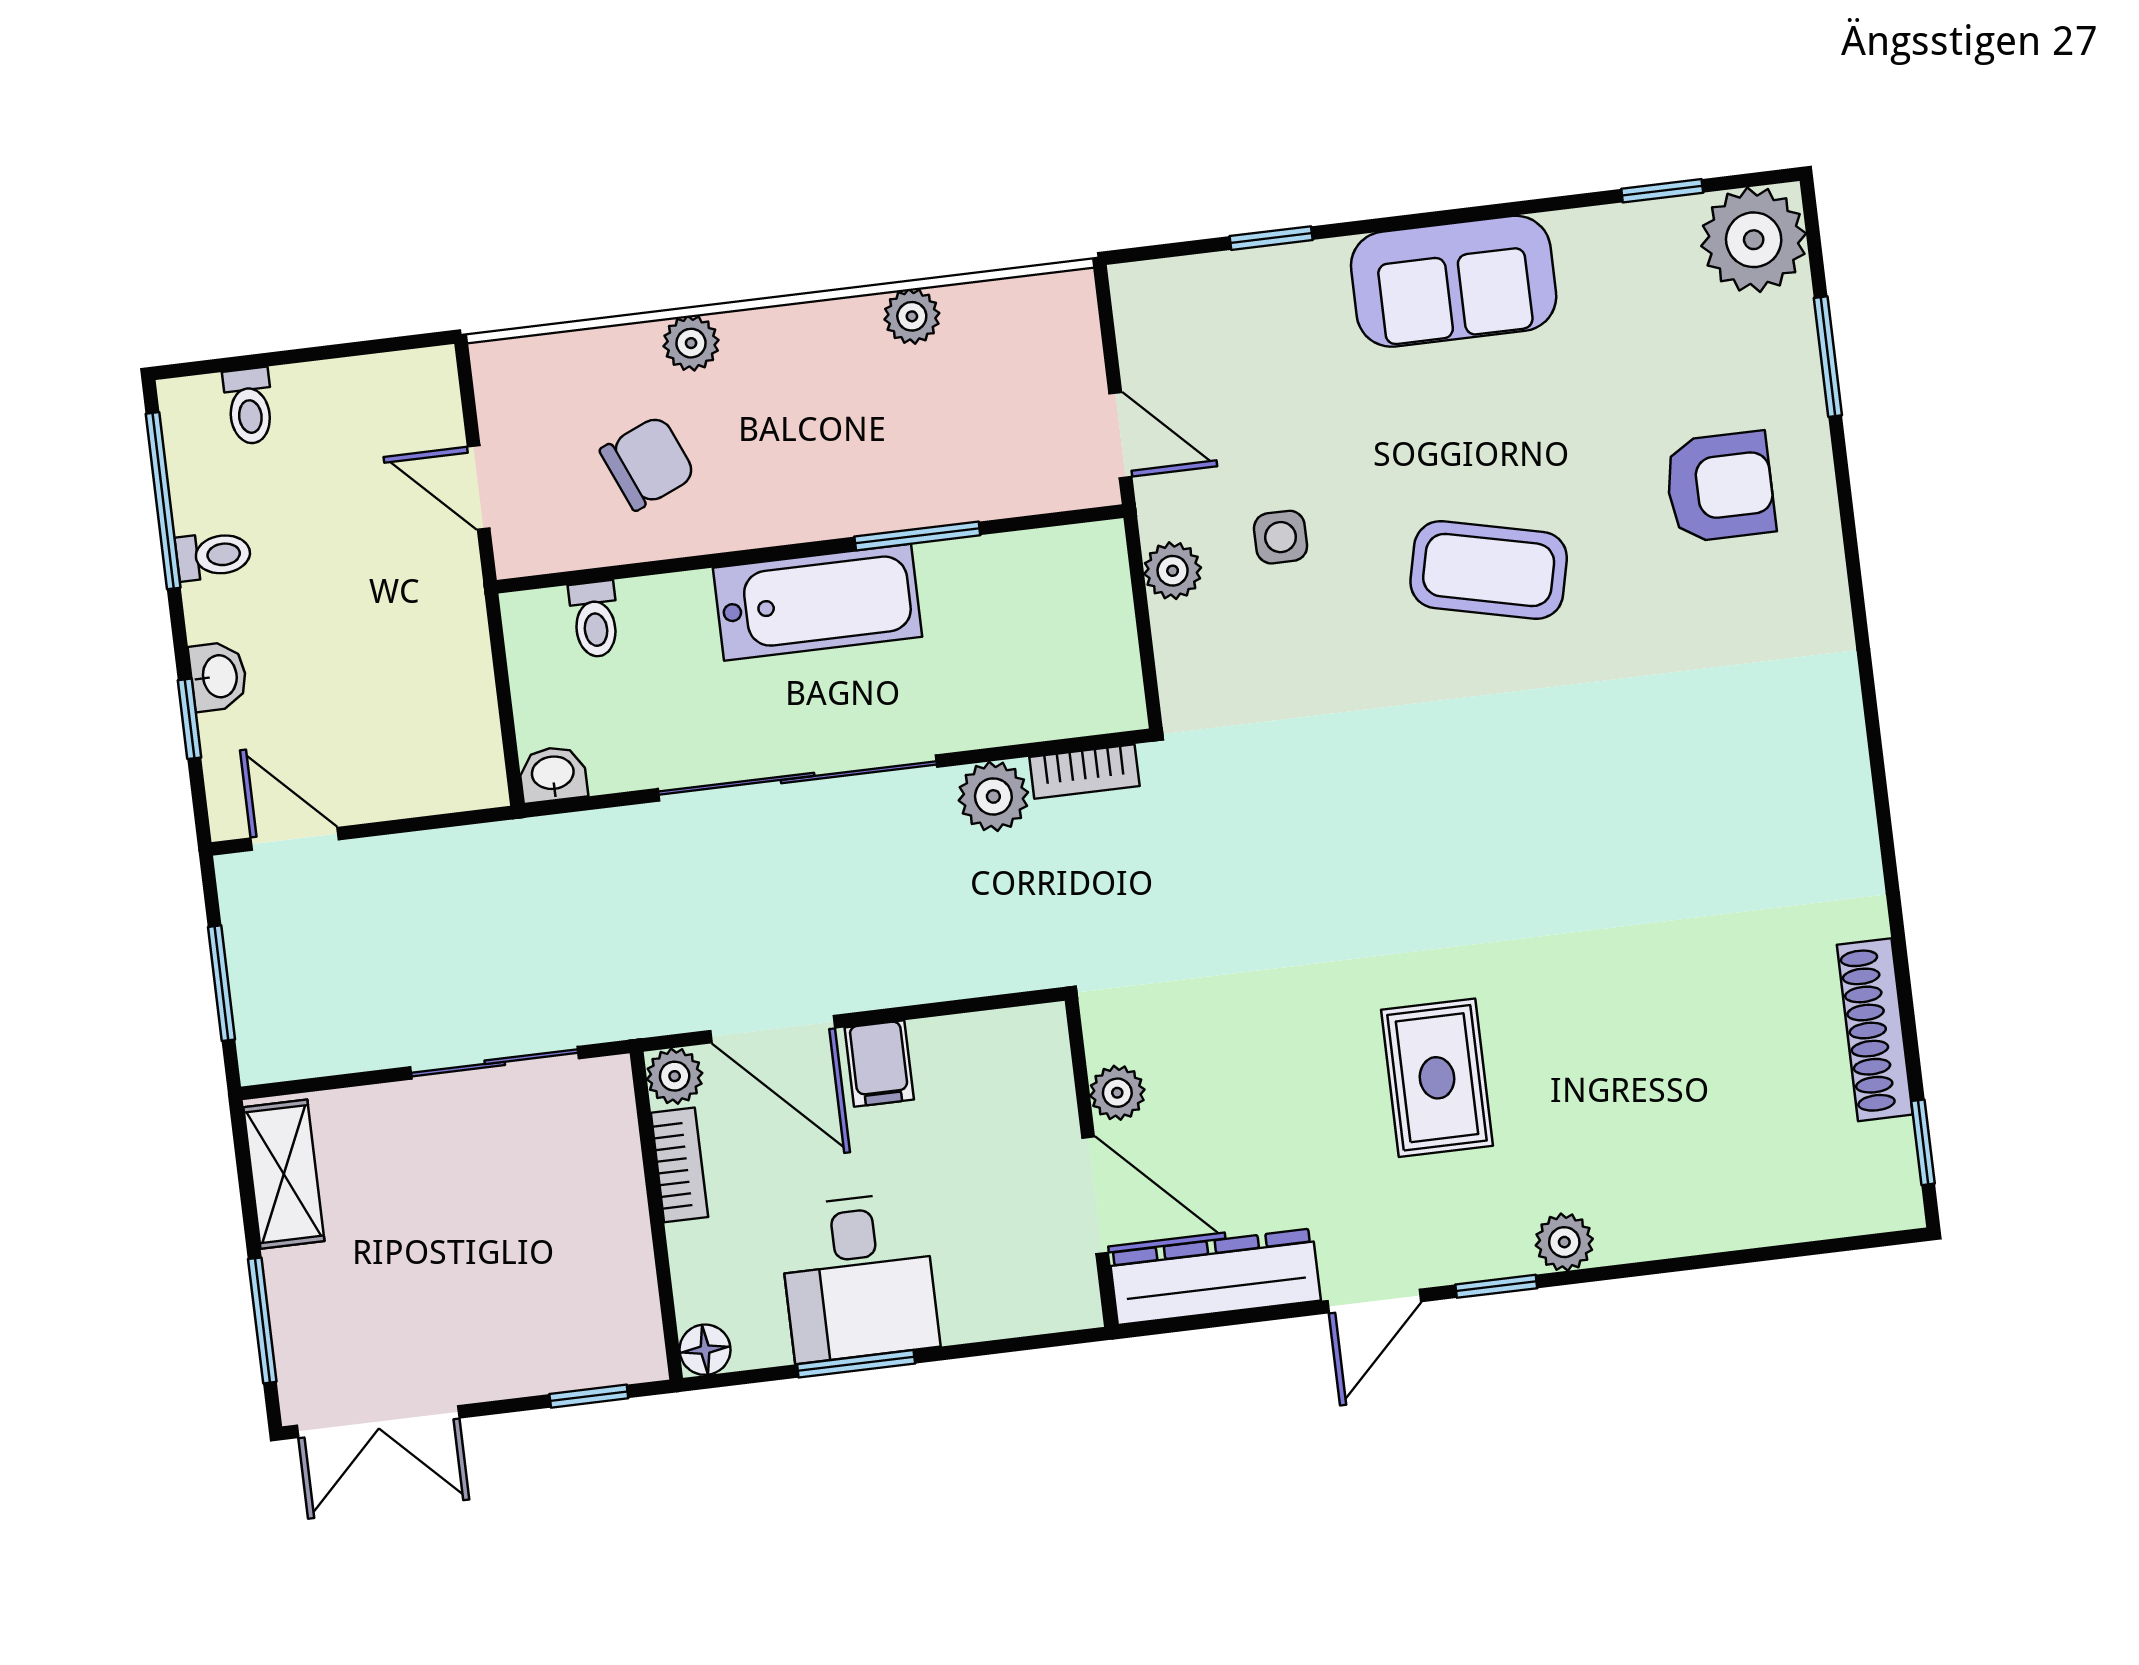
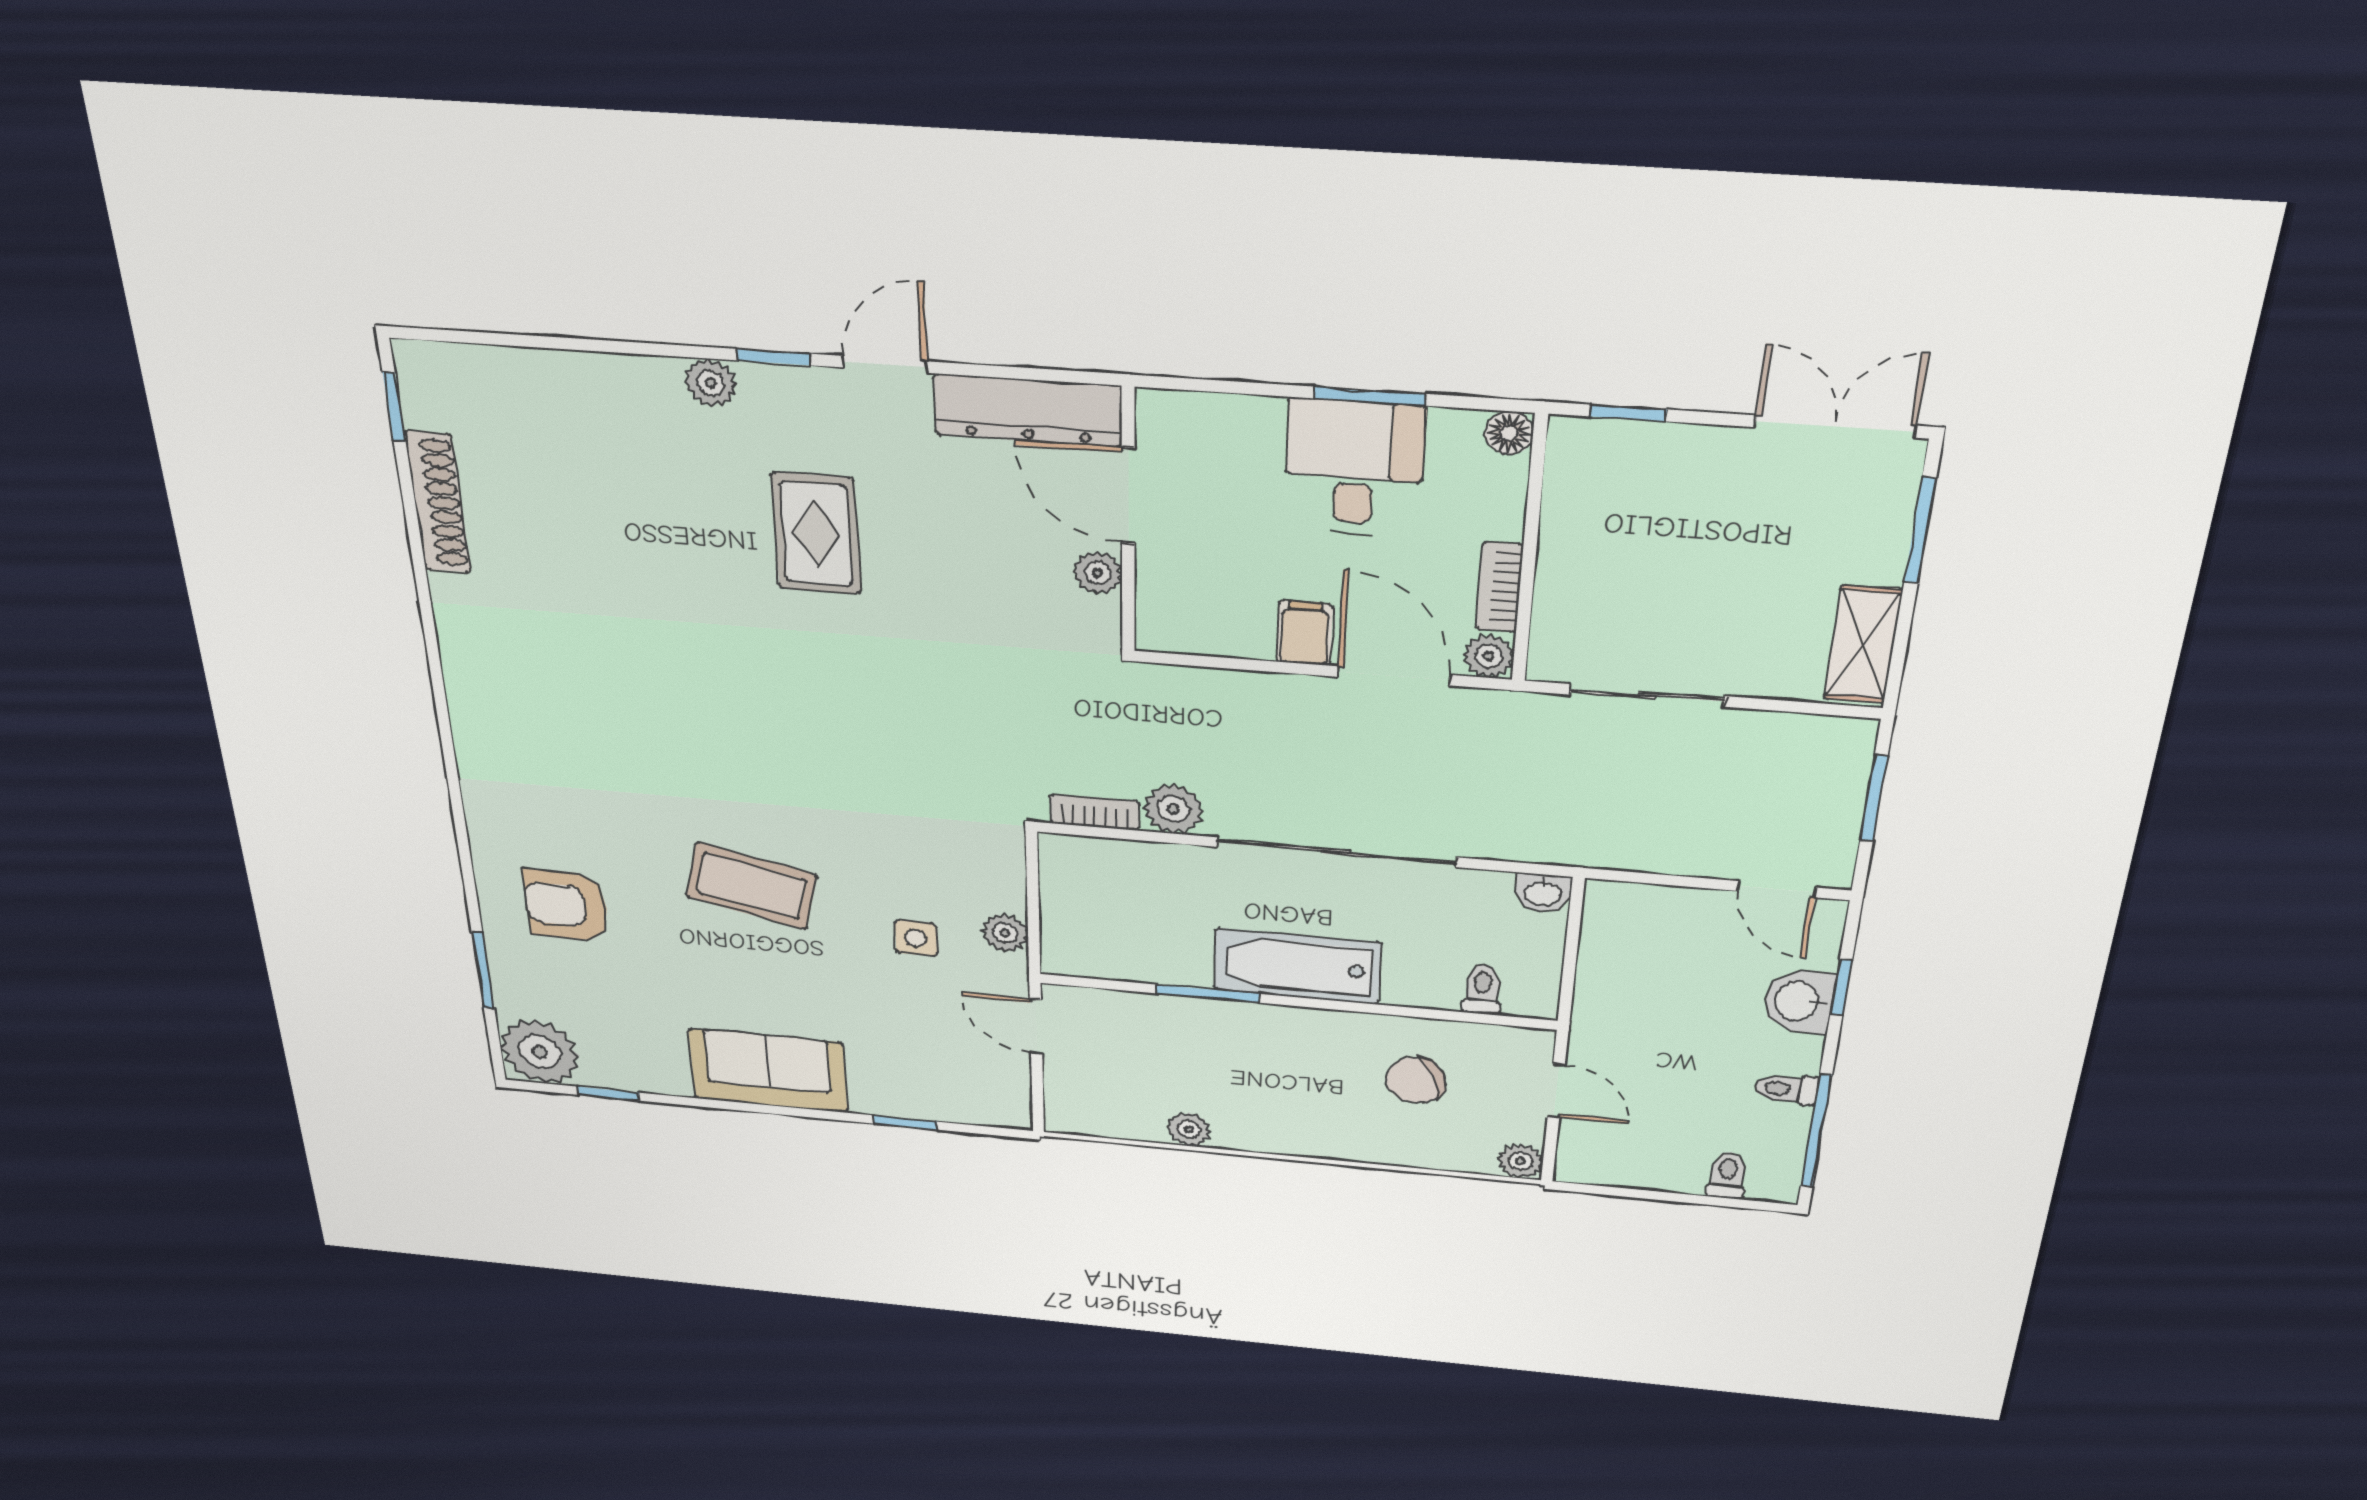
plant: (691, 343) -> (1520, 1161), moved
washbasin: (218, 676) -> (1799, 1001), width x1.38, depth x1.45

